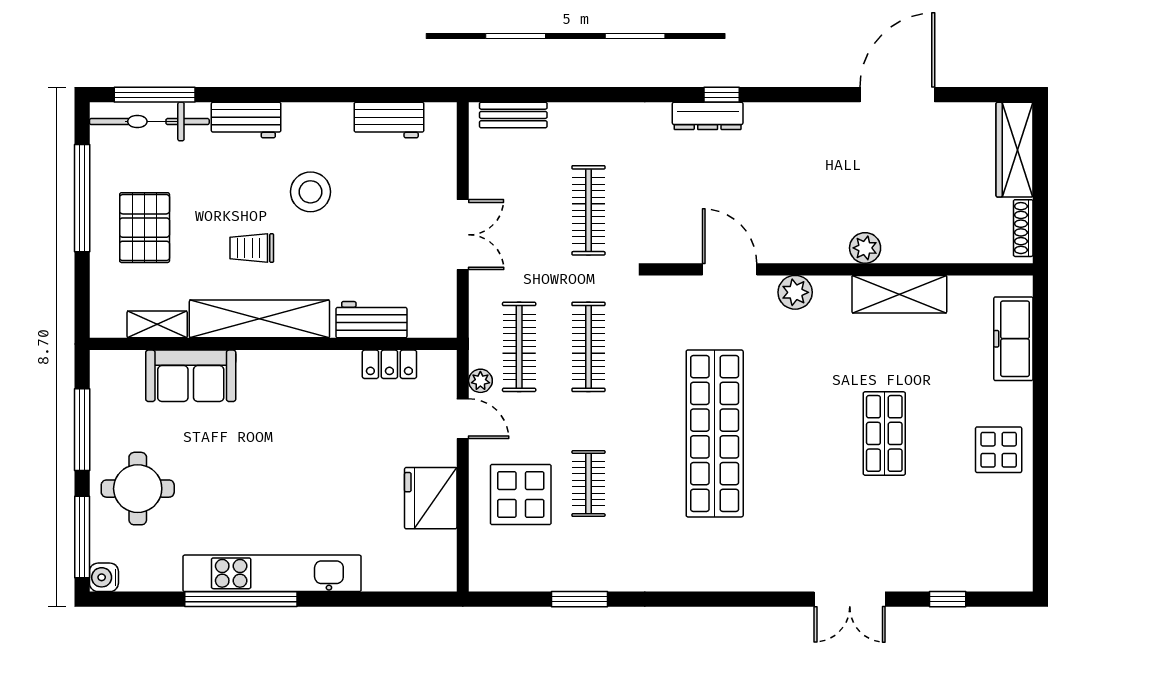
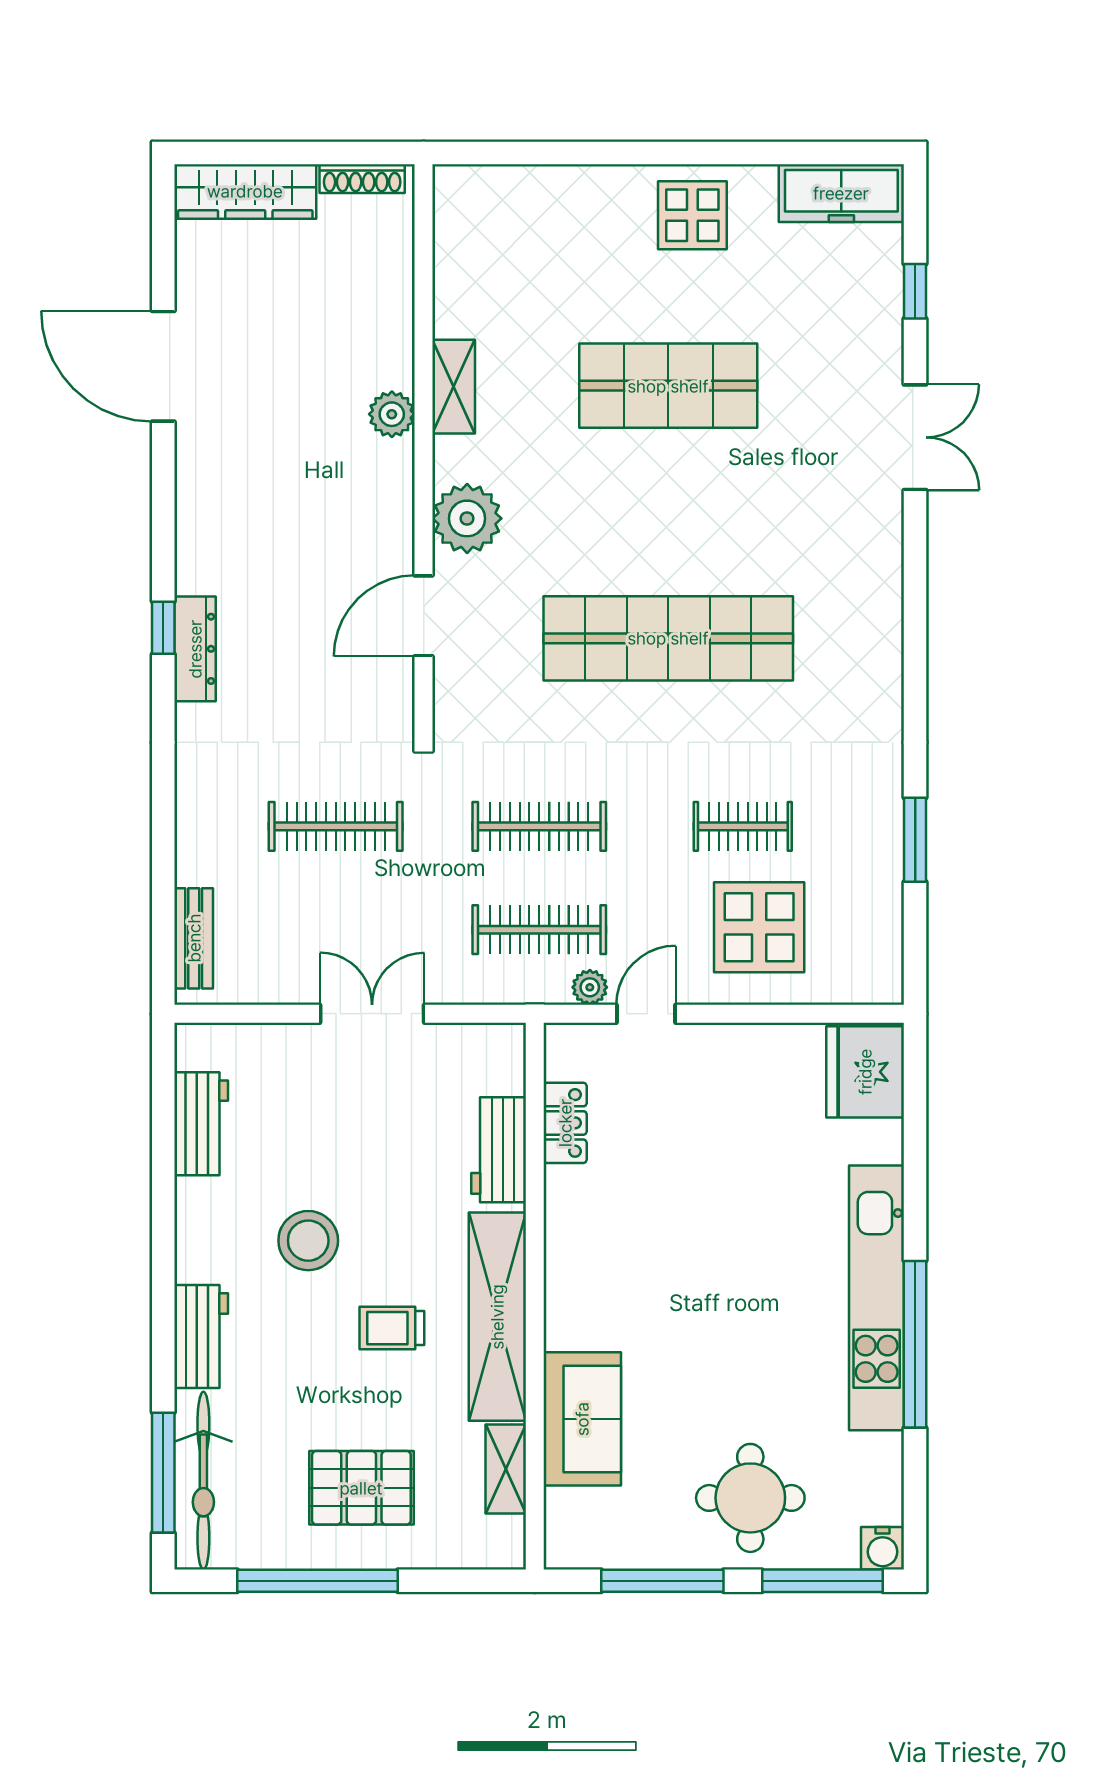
trolley: (252, 248) -> (392, 1328), turned 90
plant: (795, 292) -> (467, 518), width x1.36, depth x1.36
shelving: (899, 294) -> (454, 387), width x0.67, depth x0.75
freezer: (1013, 339) -> (841, 193), moved
shop shelf: (884, 433) -> (668, 386), width x1.43, depth x1.36
fridge: (431, 498) -> (865, 1072), moved, turned 90

